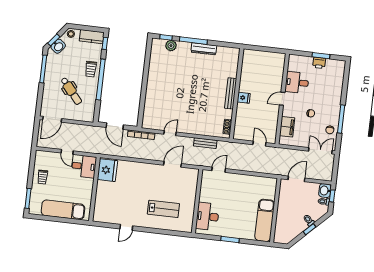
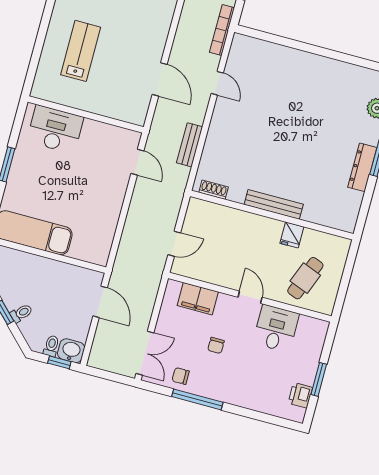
printer: (319, 63) -> (300, 395), moved
cafe table: (268, 71) -> (305, 278), added
fridge: (244, 98) -> (292, 235), moved
lab bench: (163, 209) -> (81, 51), turned 180

